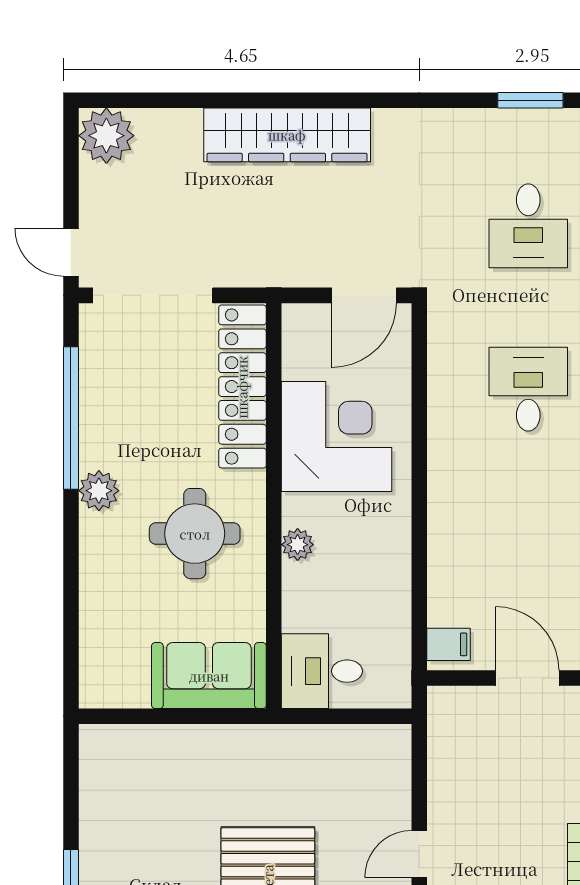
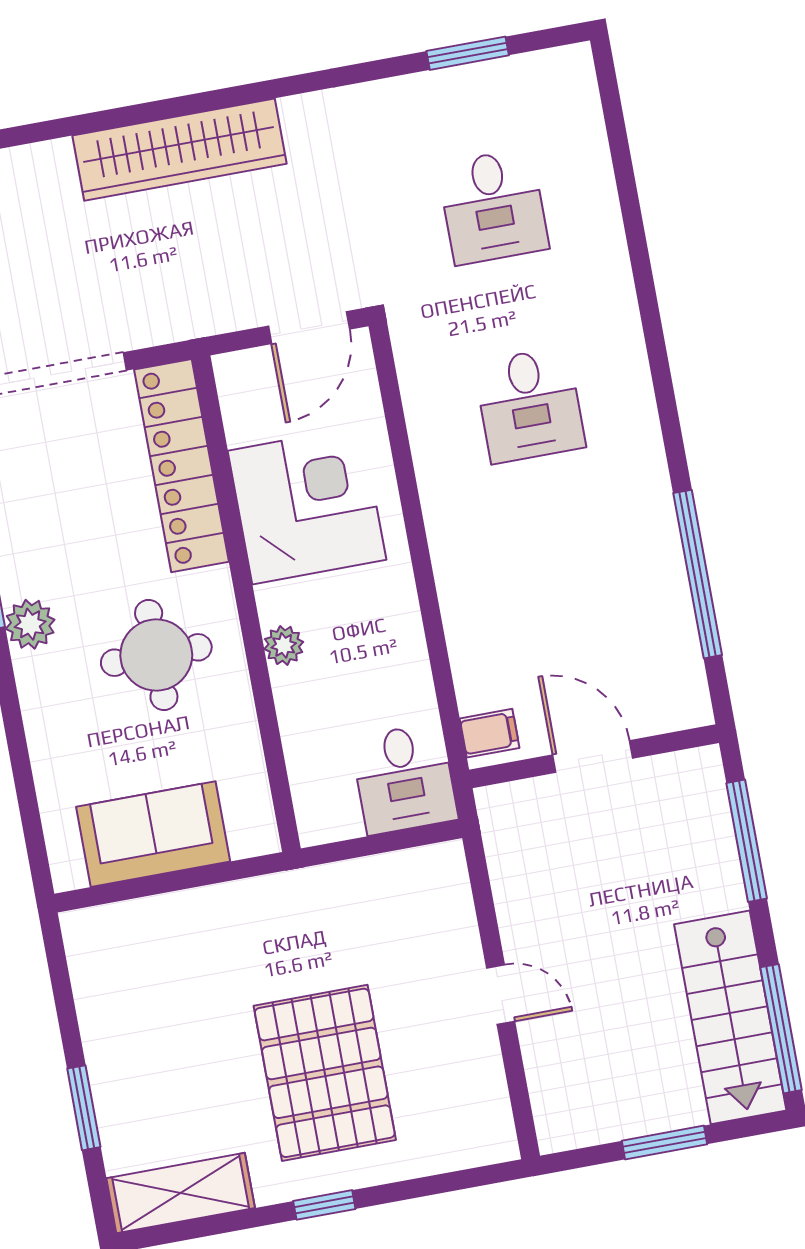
desk: (528, 389) -> (530, 405), turned 180
desk: (322, 671) -> (404, 779), moved, turned -90
sofa: (209, 676) -> (153, 834), moved
door: (419, 854) -> (501, 995), swing flipped

